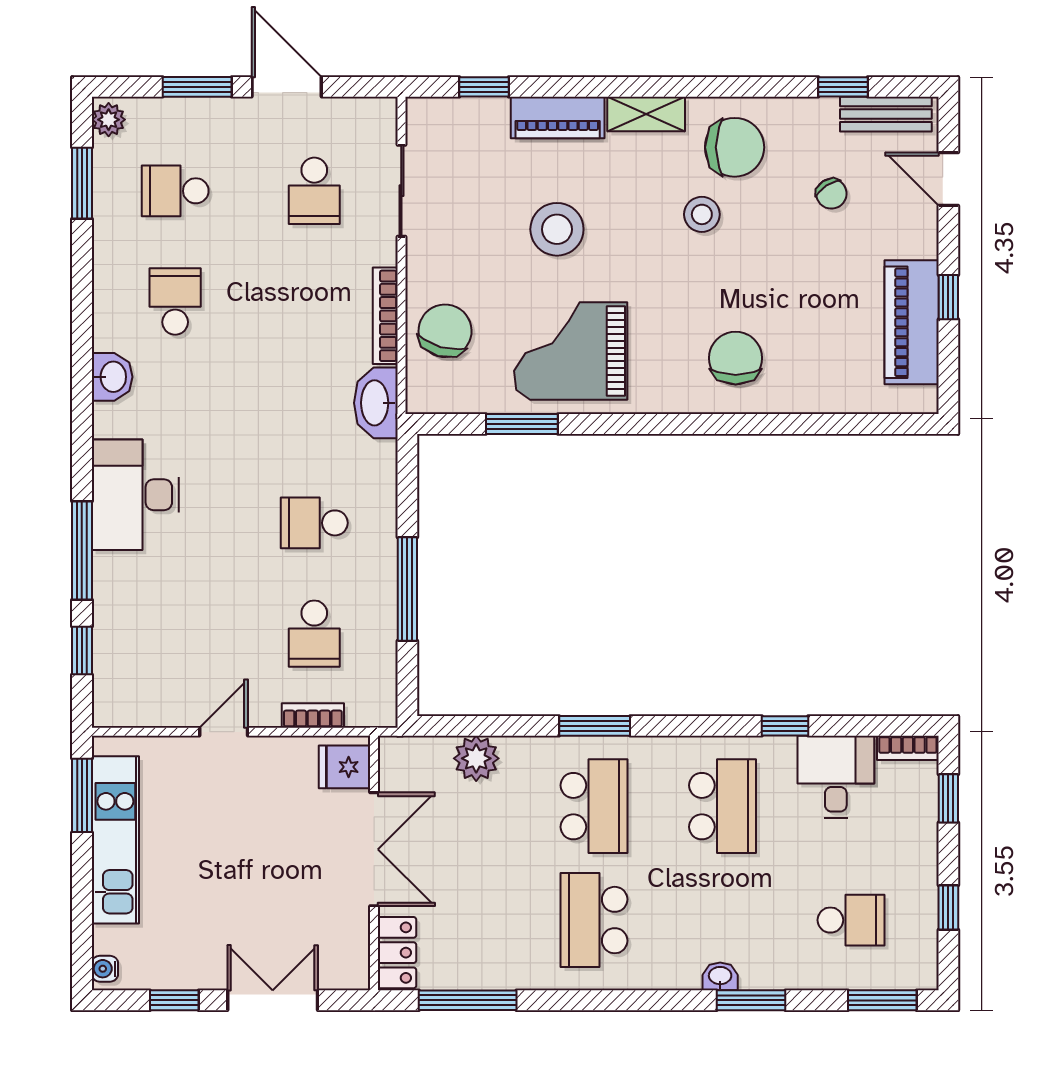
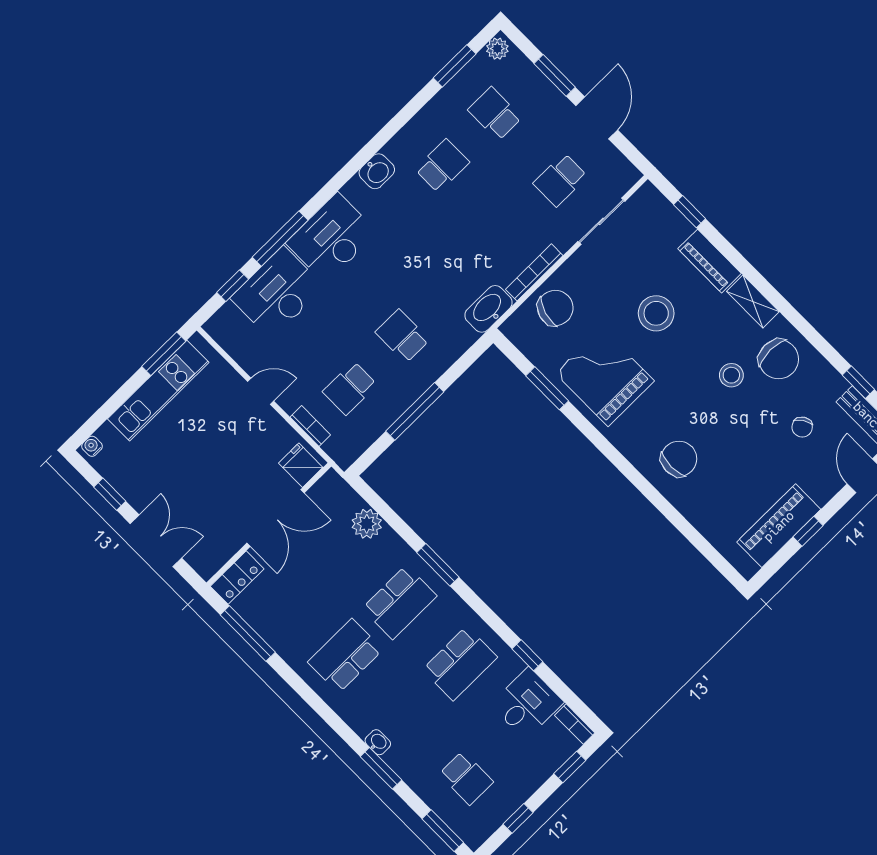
desk: (136, 610) -> (277, 293), added

